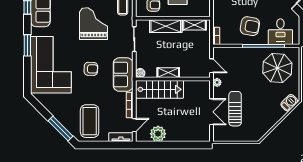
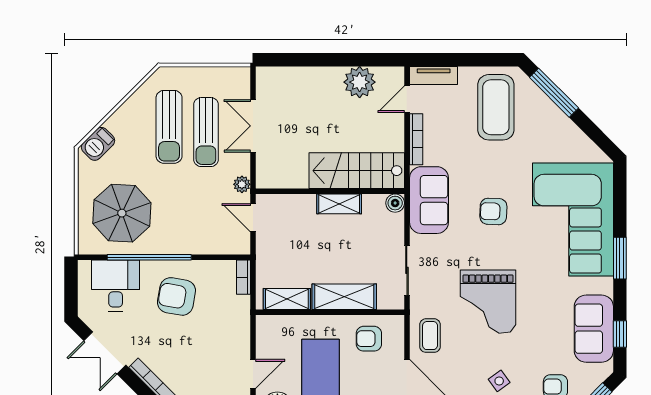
sun lounger: (254, 111) -> (169, 127), added

